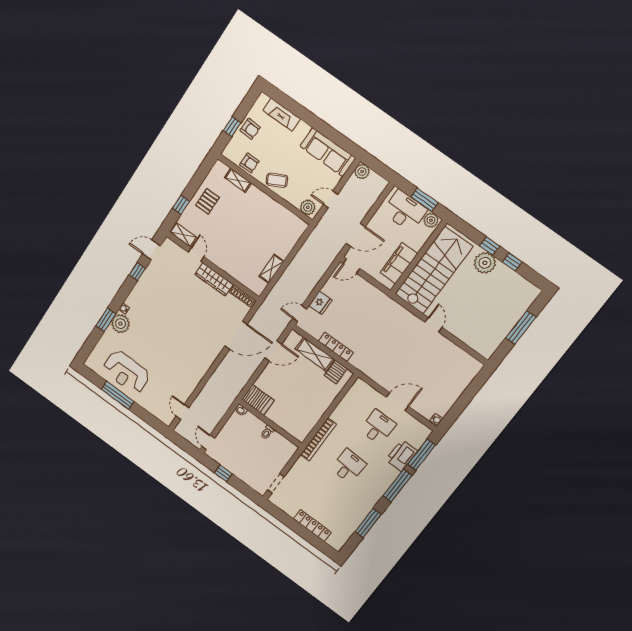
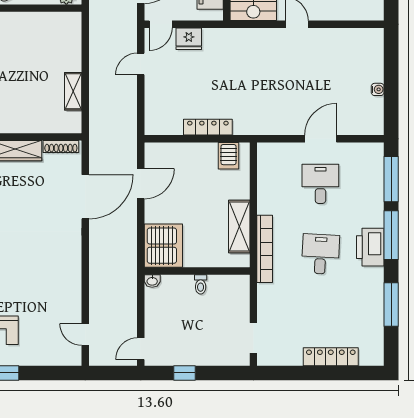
fridge: (320, 303) -> (189, 39), moved, turned 90
door: (300, 314) -> (141, 64), moved
shelving: (315, 354) -> (239, 226), moved, turned 90
server rack: (258, 400) -> (163, 246), width x1.60
water cooler: (436, 420) -> (378, 89), moved
door: (208, 442) -> (141, 349), hinge flipped
printer: (402, 456) -> (370, 247), moved

